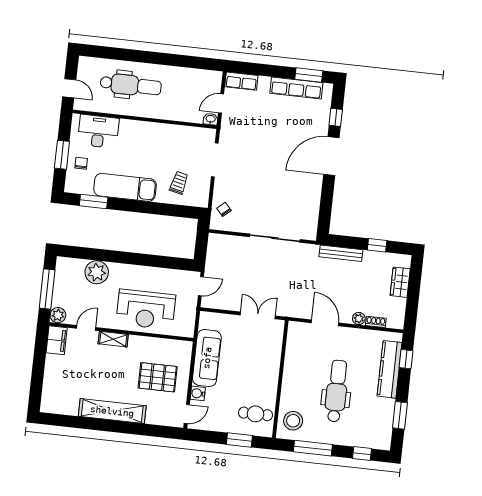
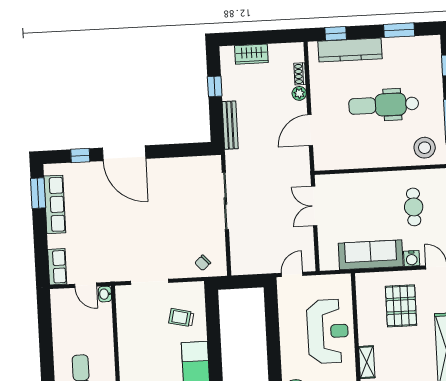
door: (201, 286) -> (292, 274), hinge flipped
cafe table: (256, 414) -> (414, 207), moved

